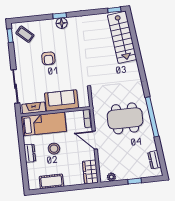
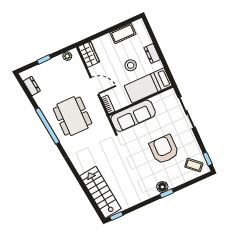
armchair: (48, 58) -> (164, 149), width x1.88, depth x1.88
sofa: (62, 101) -> (133, 116), width x1.36
fireplace: (34, 108) -> (163, 98), removed
dining table: (125, 118) -> (73, 116), turned 90

